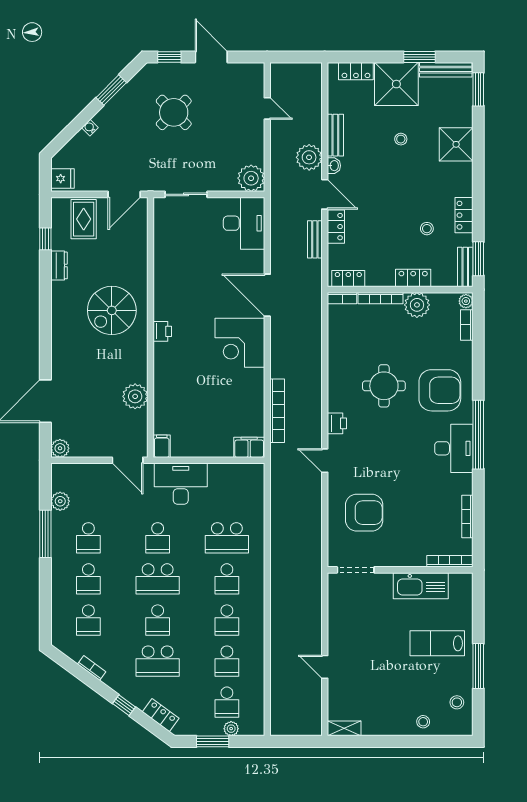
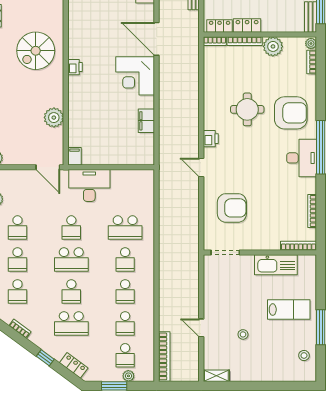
locker: (413, 278) -> (247, 26), moved
bookcase: (277, 411) -> (164, 356), moved
filing cabinet: (249, 447) -> (146, 121), moved, turned -90
lab bench: (437, 643) -> (289, 310), turned 180
stool: (423, 722) -> (243, 334), moved

